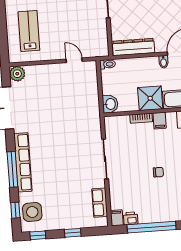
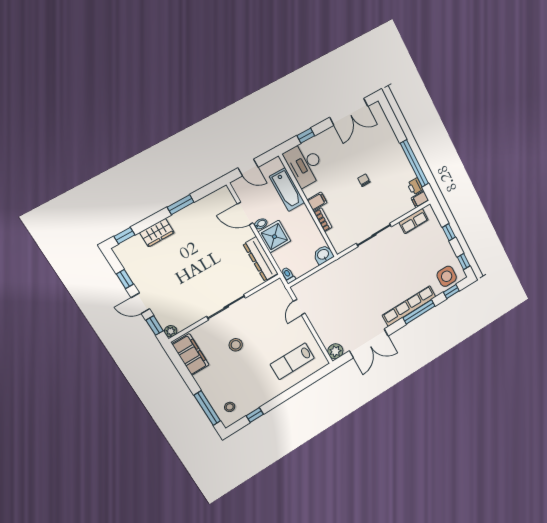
shower: (150, 98) -> (274, 237), moved

